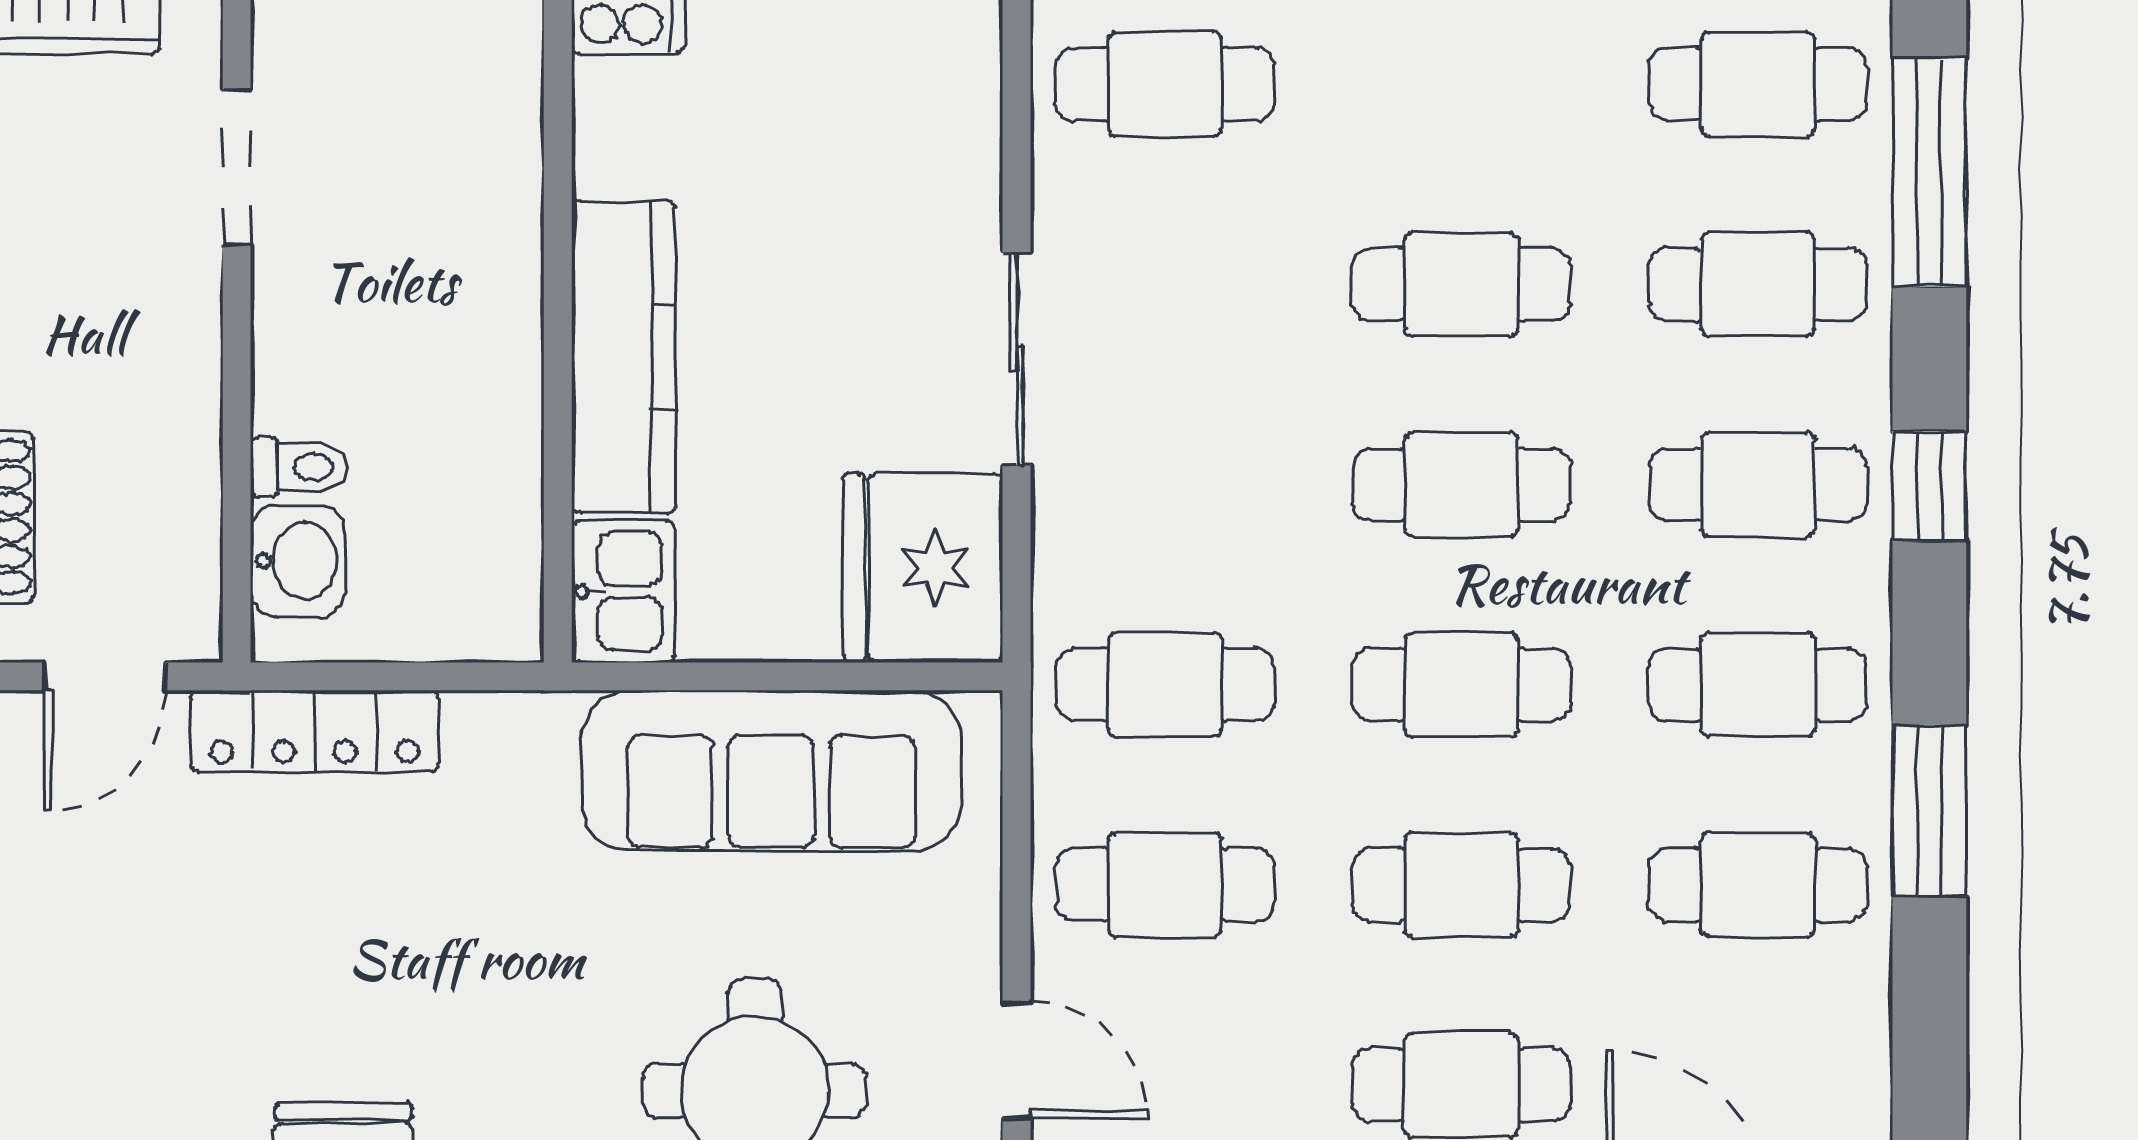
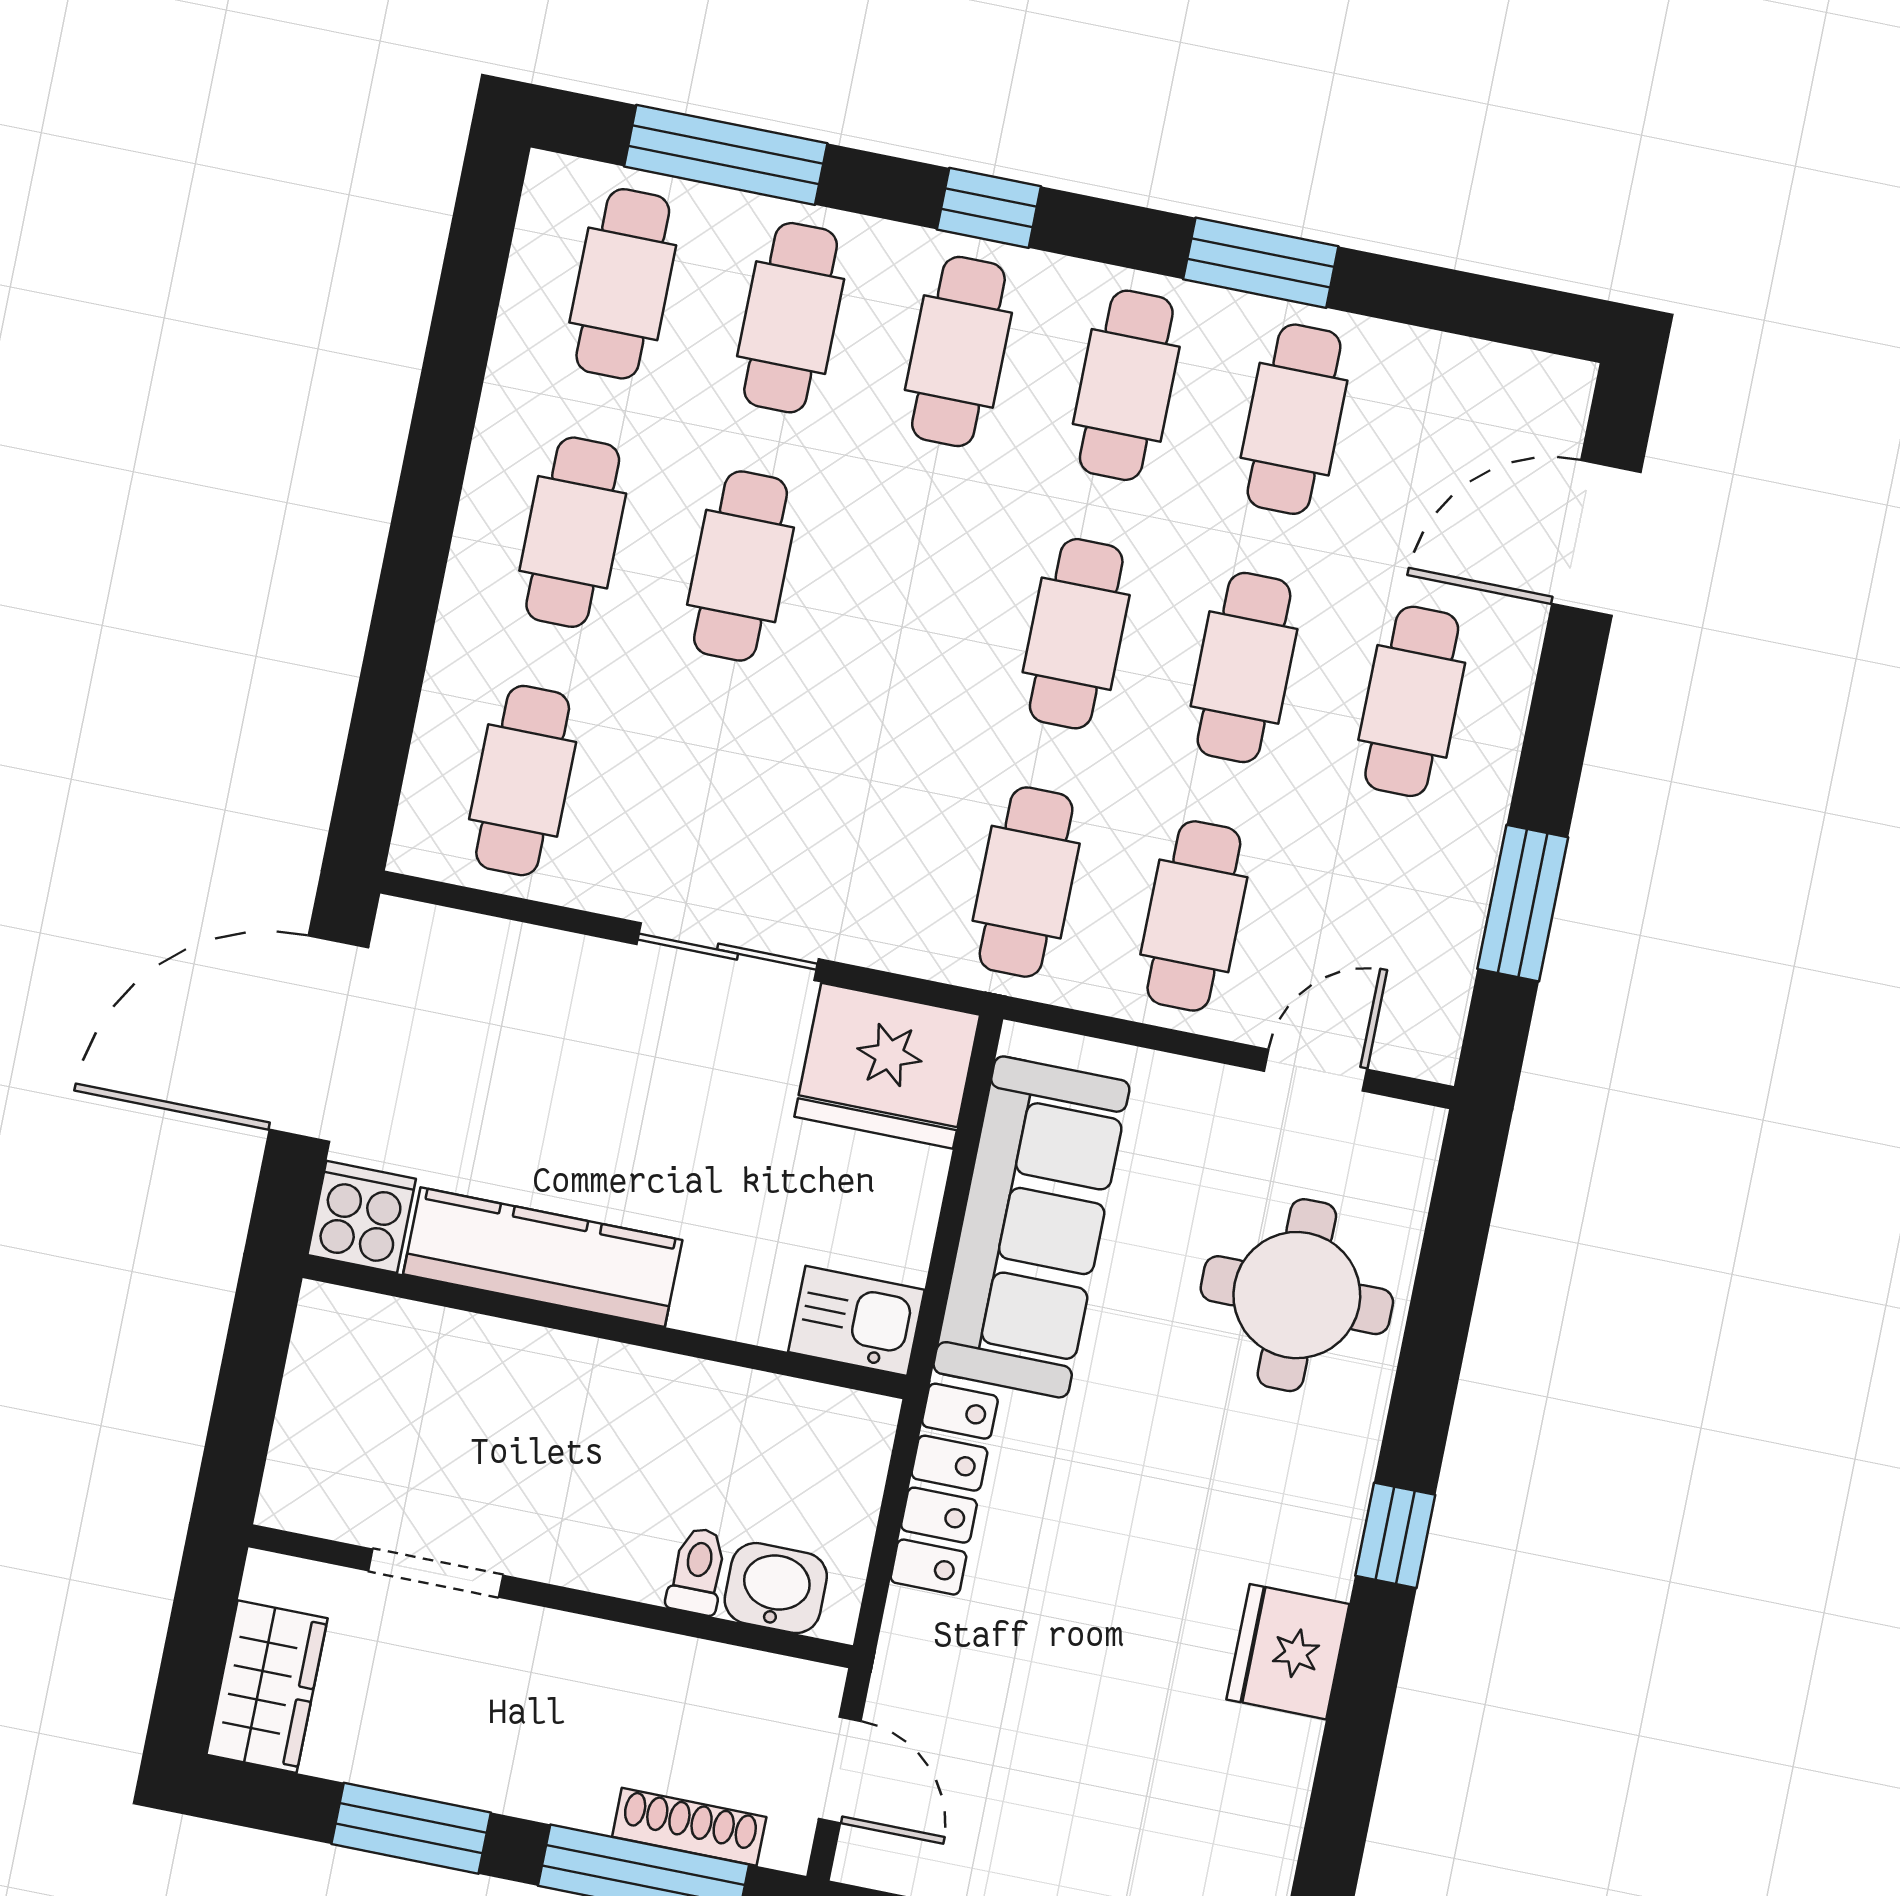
kitchen counter: (624, 357) -> (543, 1257), moved
cafe table: (1461, 484) -> (573, 532), moved
locker: (315, 731) -> (944, 1489), moved

